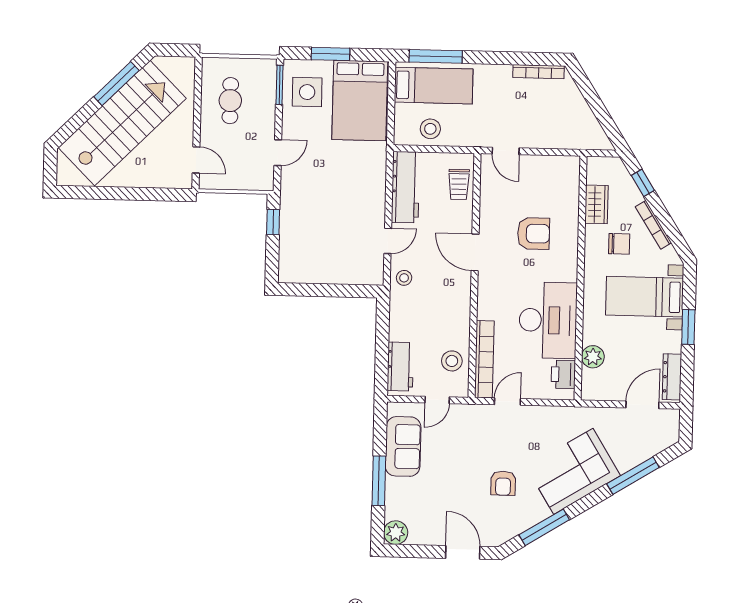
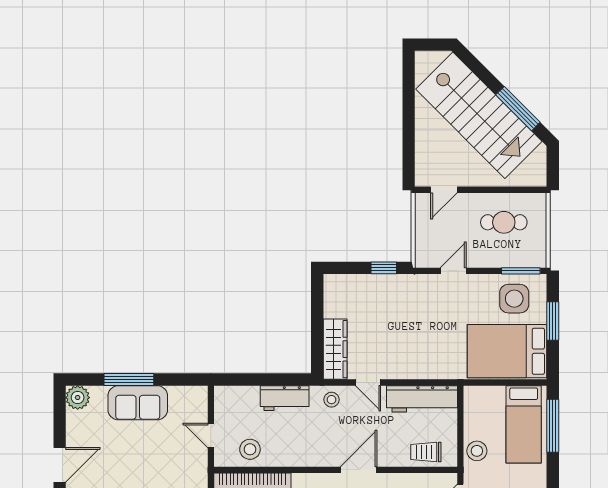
stool: (430, 129) -> (477, 451), moved
door: (278, 153) -> (453, 271), swing flipped
wardrobe: (353, 273) -> (335, 349), added
workbench: (400, 366) -> (285, 398), moved
sofa: (403, 446) -> (138, 403), moved

